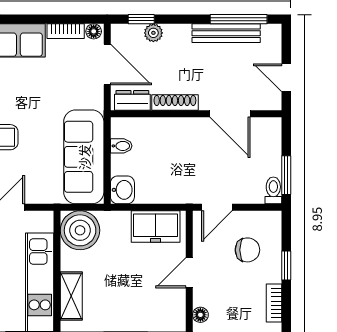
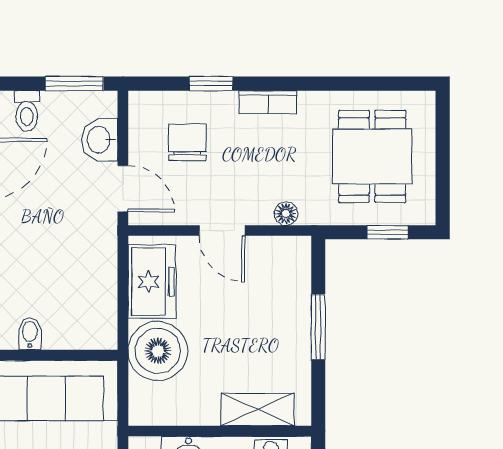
washbasin: (122, 190) -> (100, 140), moved, turned -90
toilet: (273, 190) -> (27, 111), moved, turned -90
boiler: (80, 230) -> (158, 351), moved

